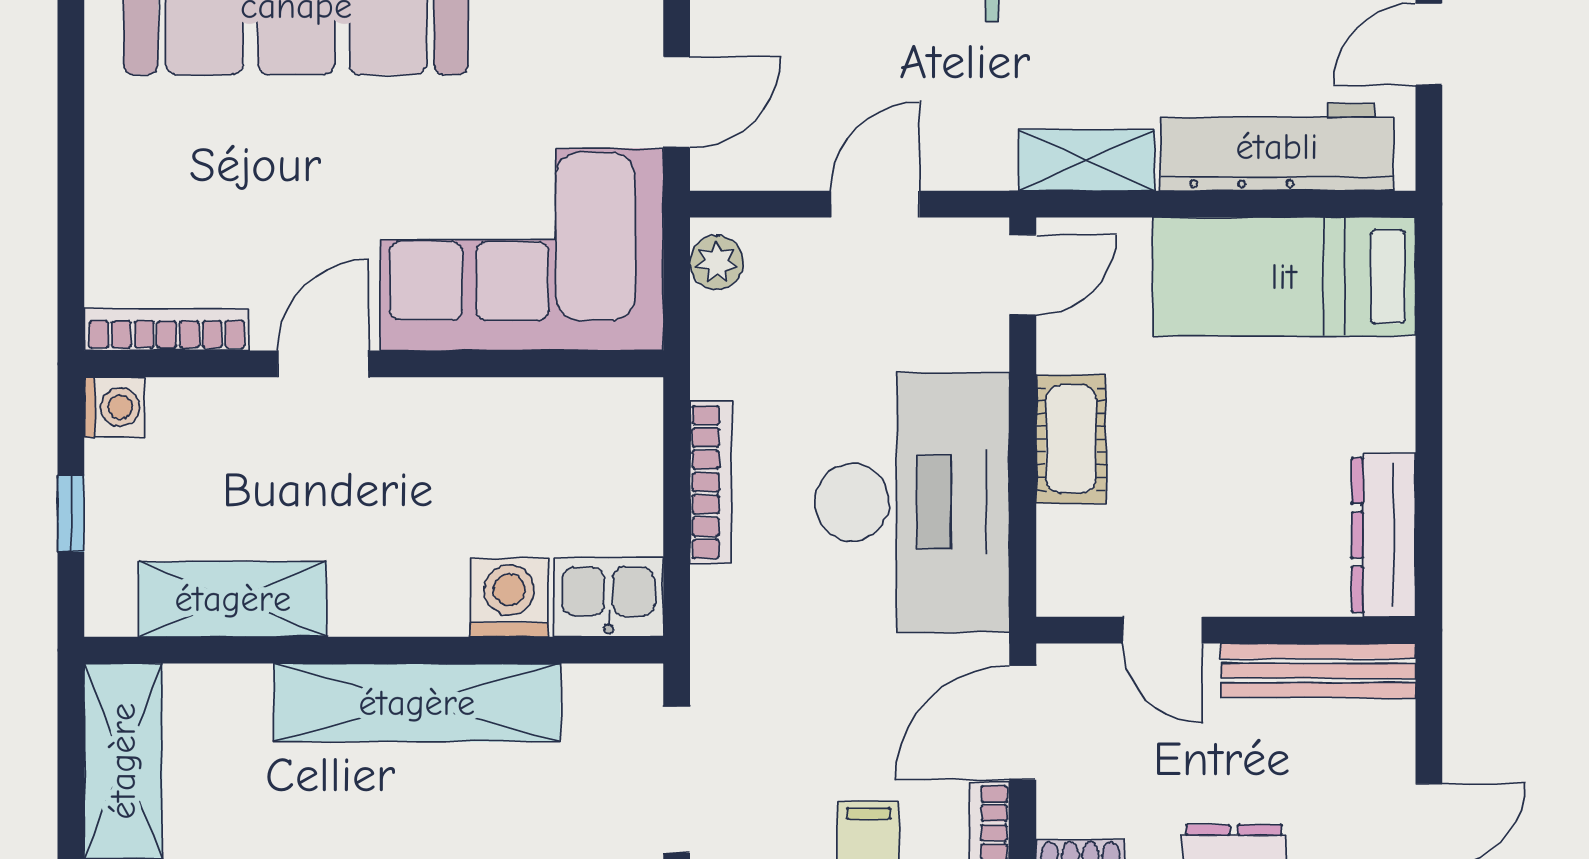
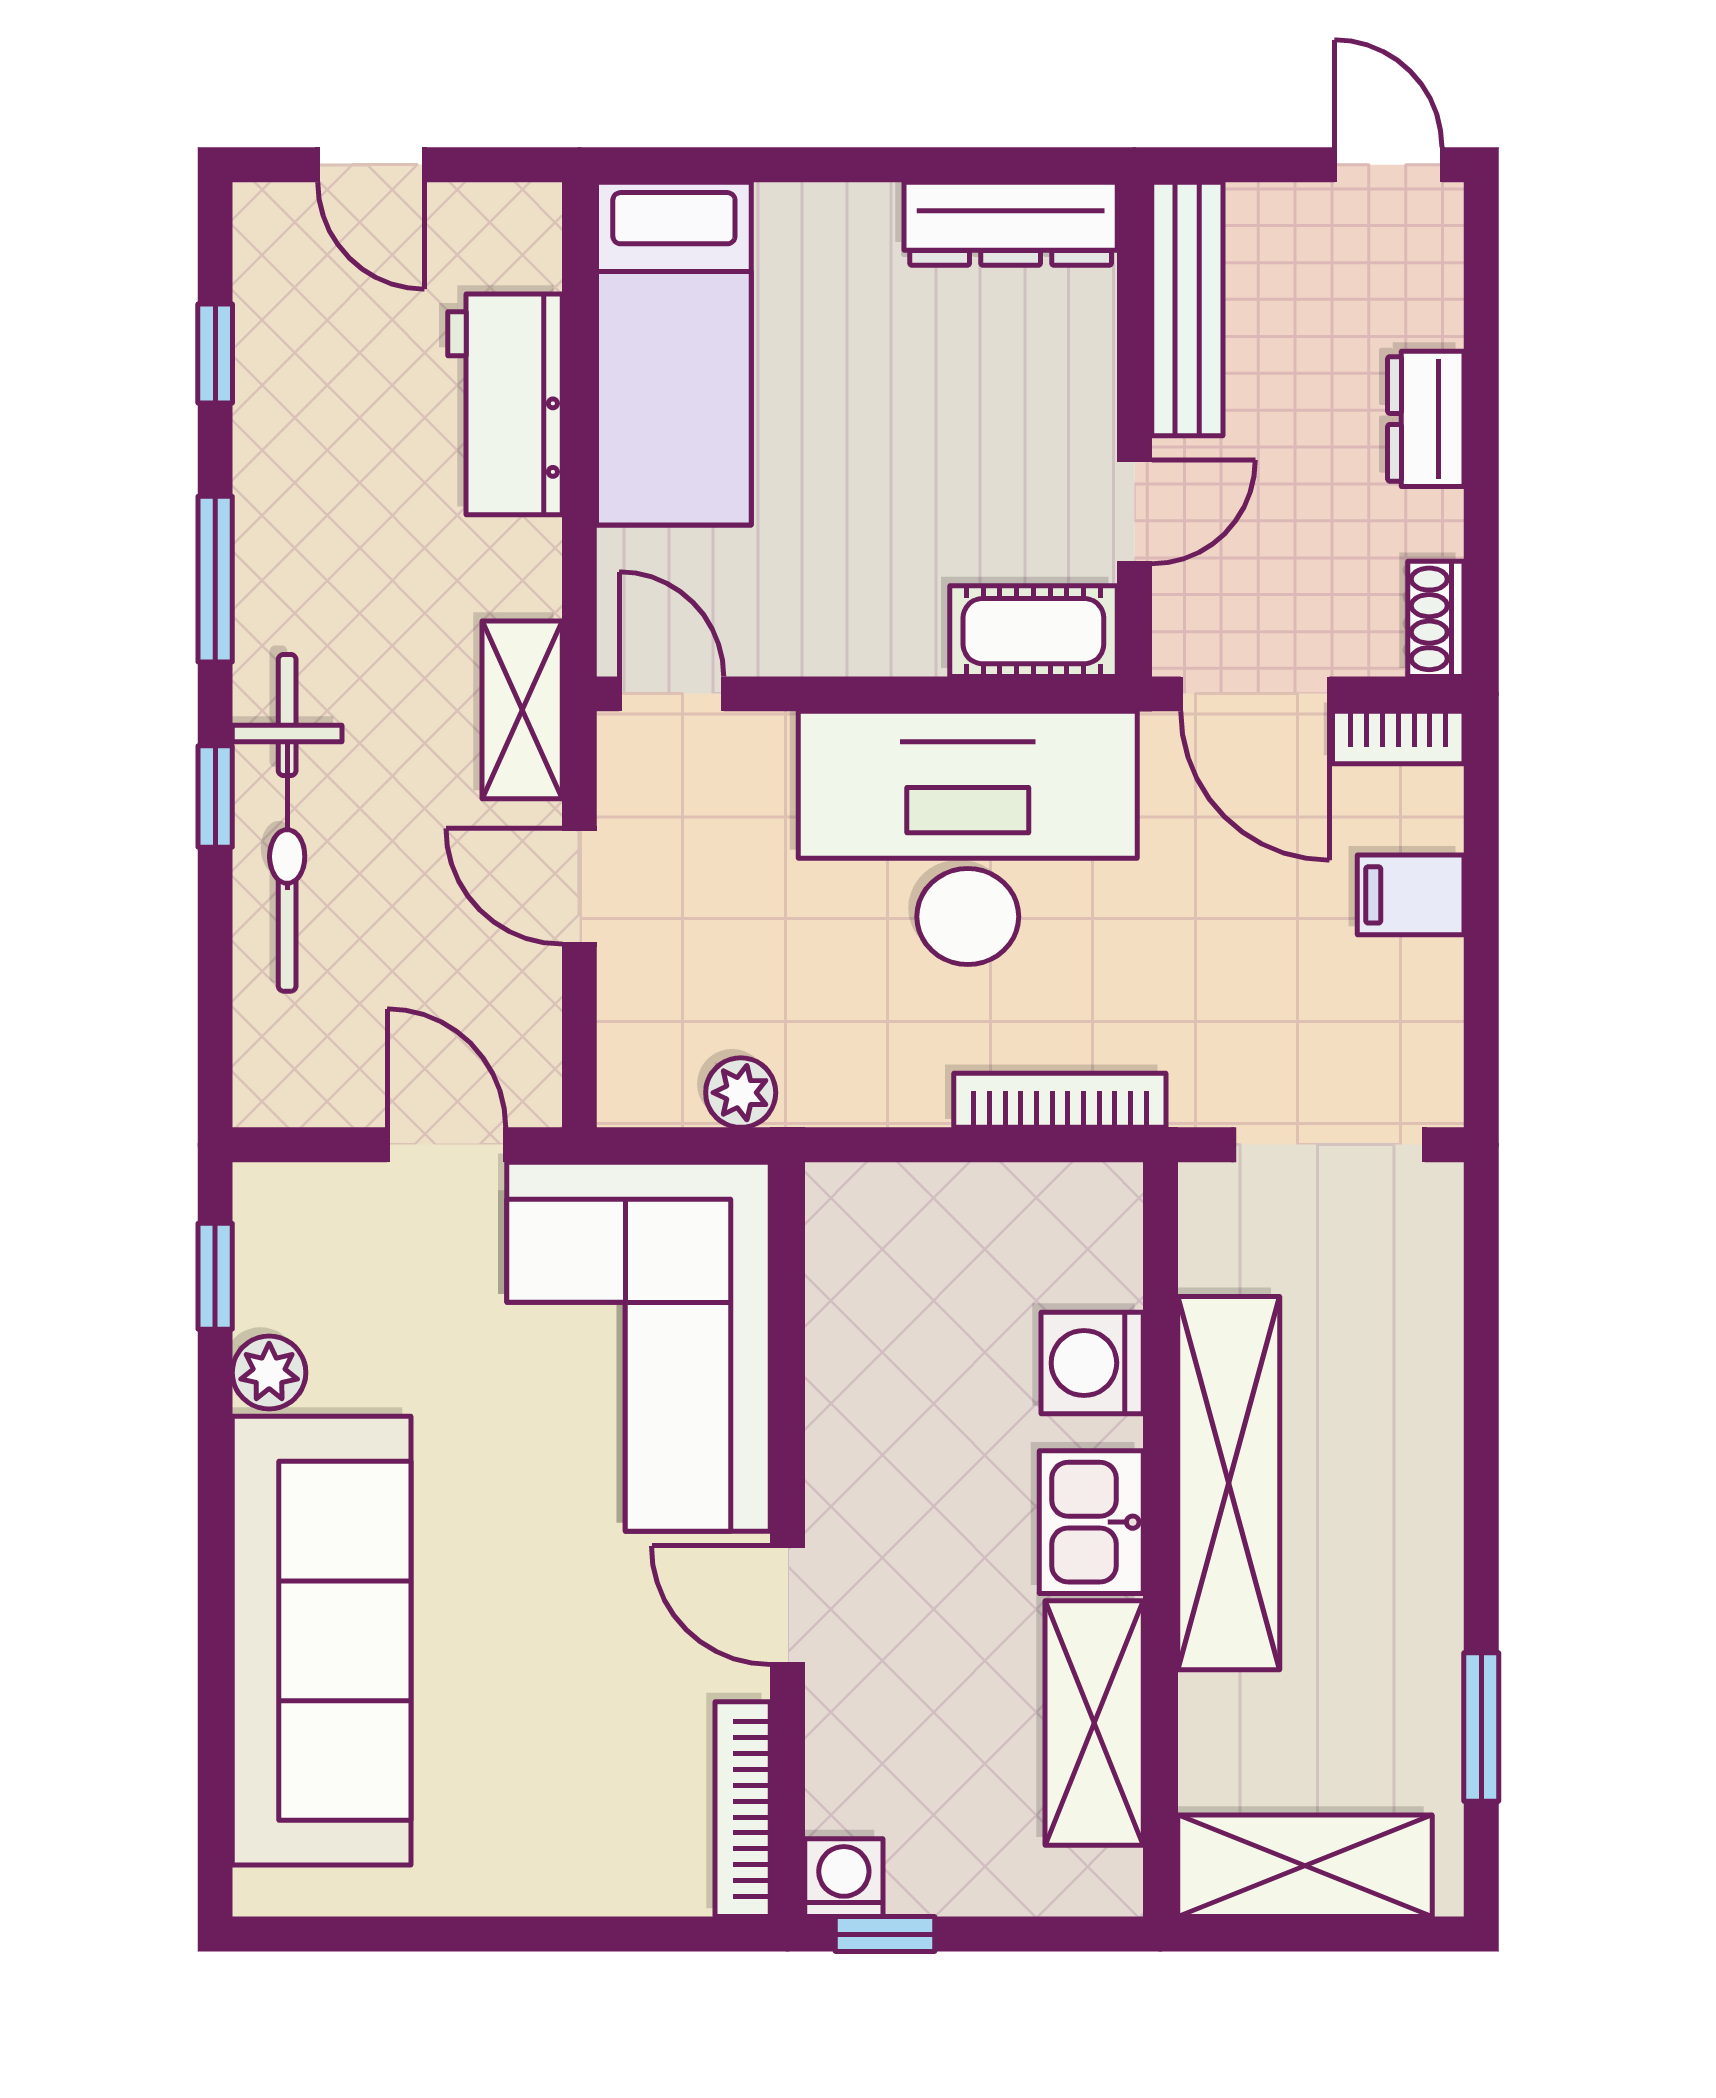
workbench: (1277, 147) -> (505, 404), width x0.73
shelving: (1087, 160) -> (522, 710), moved
plant: (717, 262) -> (741, 1093), moved
cot: (1071, 439) -> (1033, 631), moved
bookcase: (711, 482) -> (1060, 1100), moved
window: (71, 514) -> (885, 1934), moved
kitchen sink: (608, 597) -> (1091, 1522), moved

